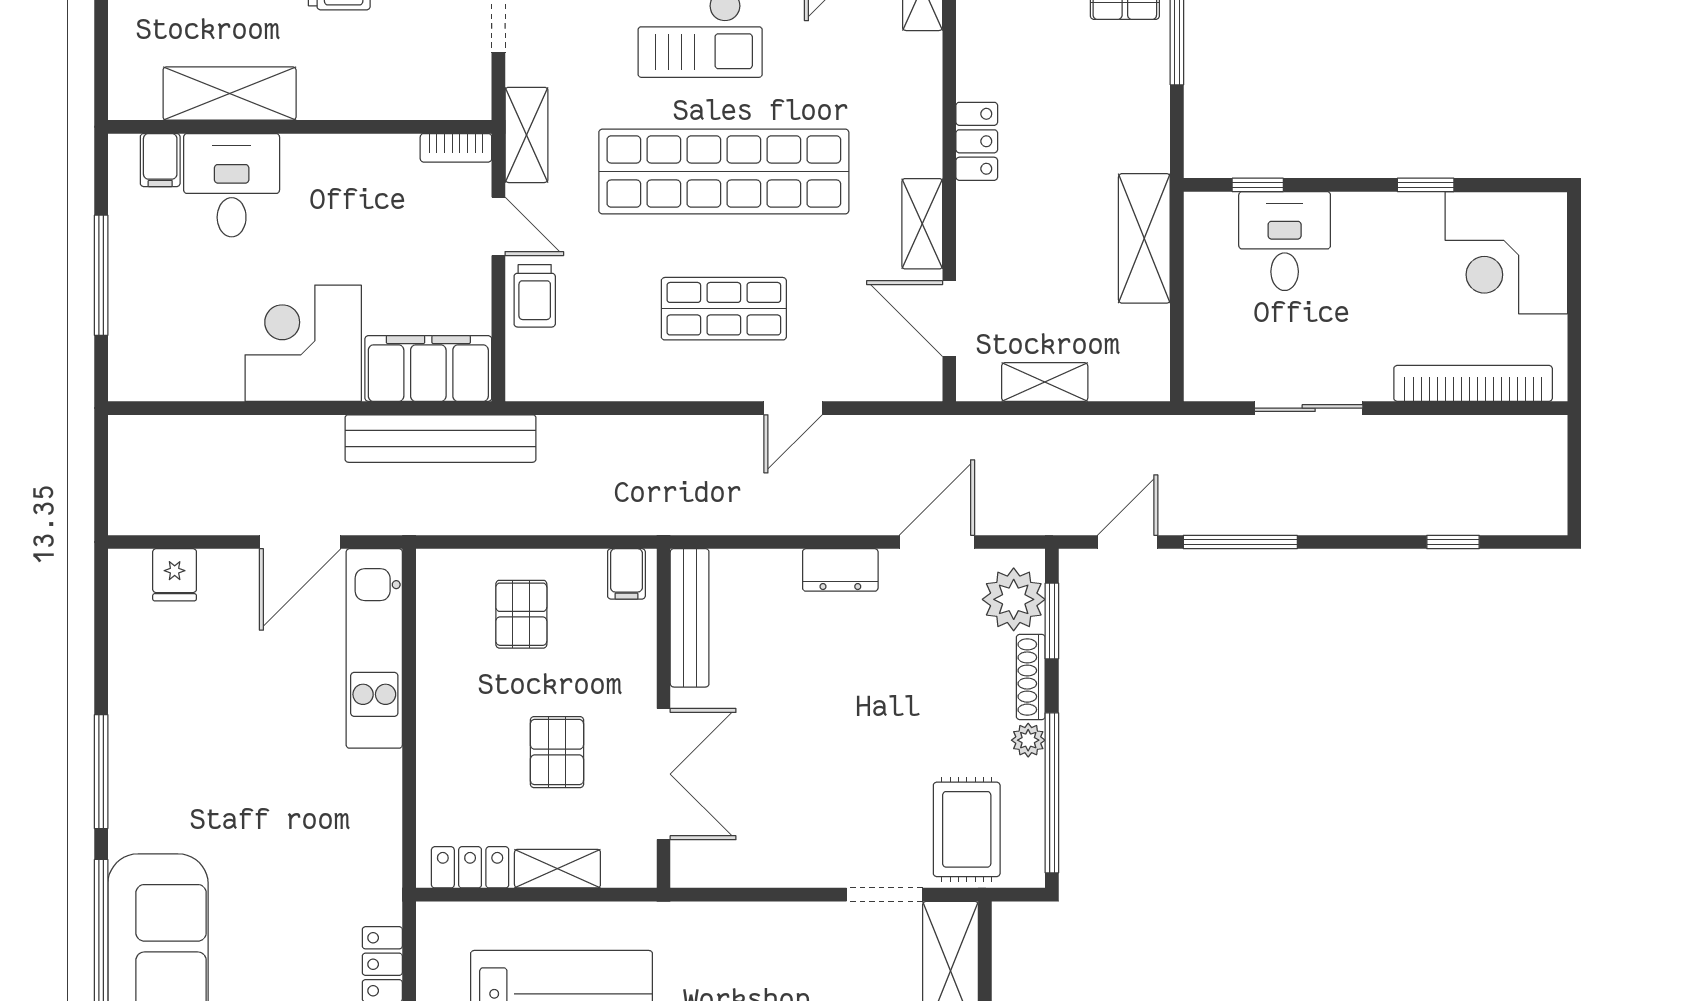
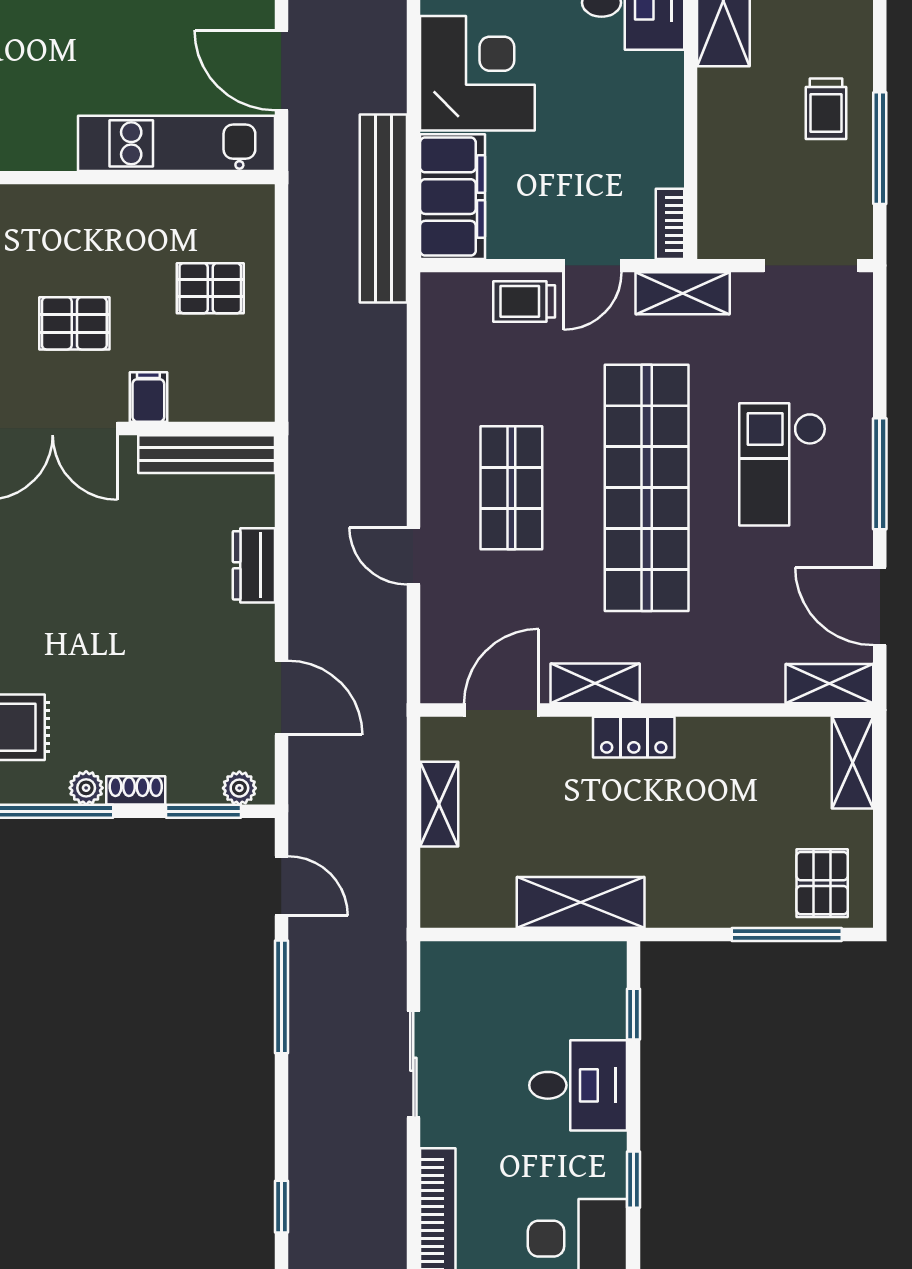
locker: (977, 141) -> (634, 737), moved
desk: (1285, 241) -> (578, 1085), moved
dresser: (840, 570) -> (254, 565), moved
filing cabinet: (626, 574) -> (148, 397), moved, turned 90
plant: (1014, 599) -> (239, 788), width x0.53, depth x0.53
shoe rack: (1031, 677) -> (136, 790), width x0.70

